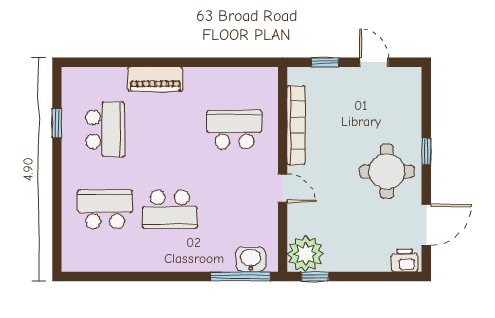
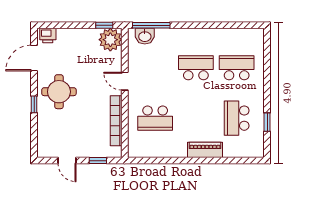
school desk: (105, 209) -> (237, 68), turned 180

